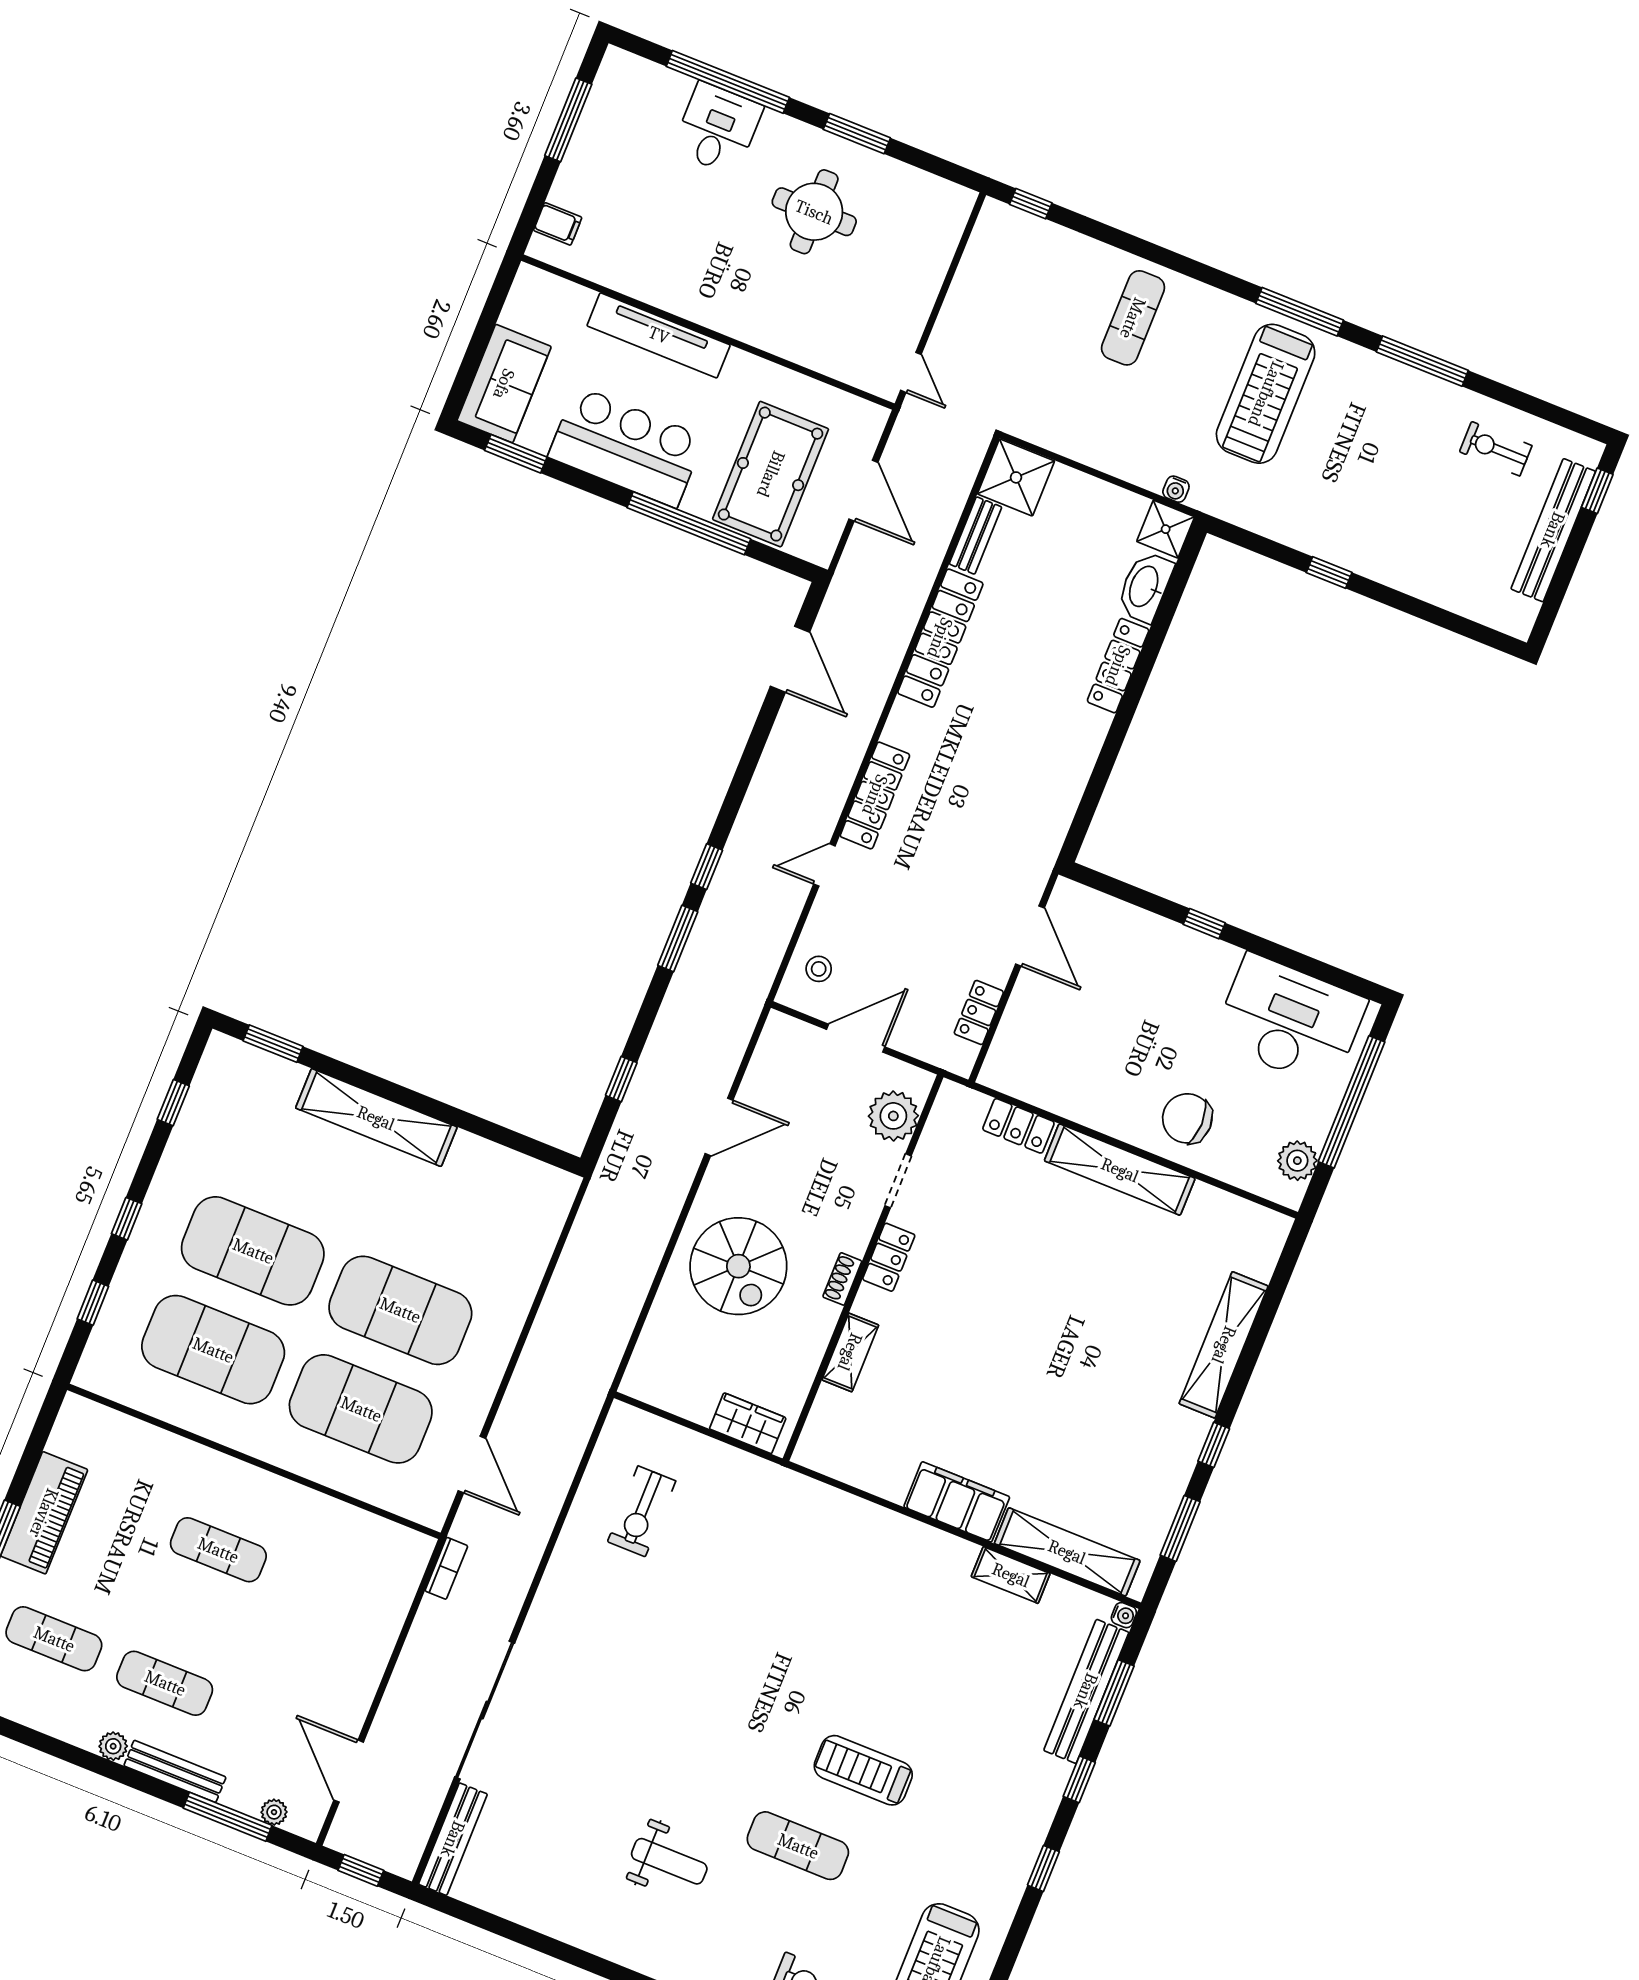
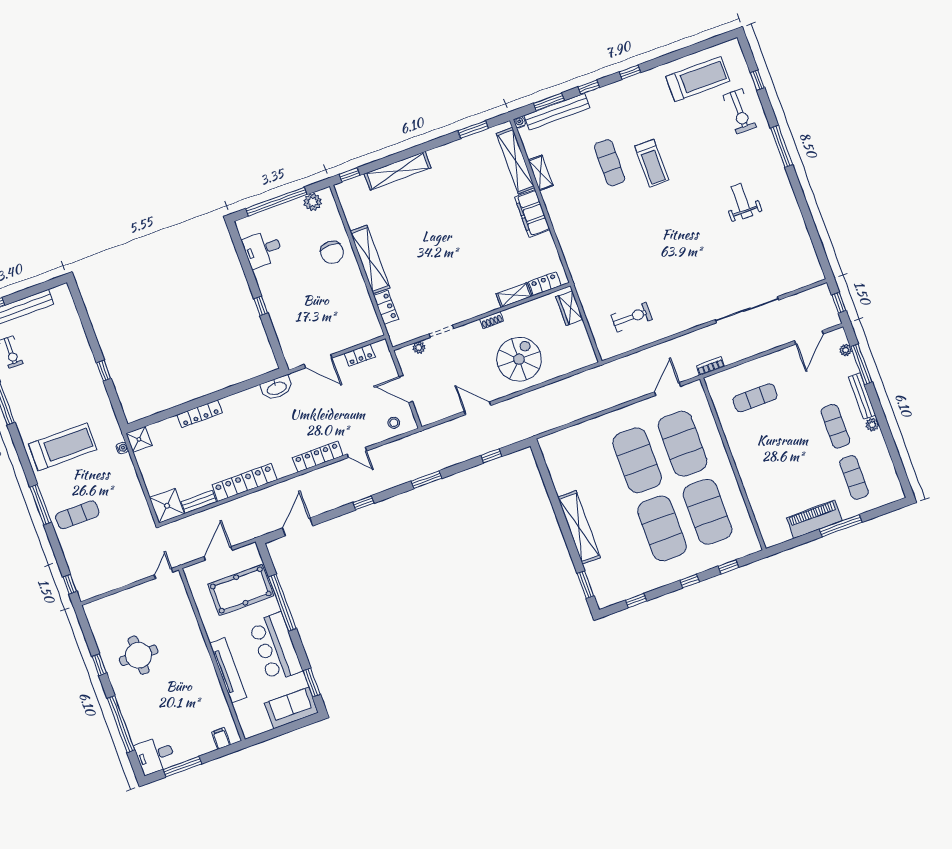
desk: (717, 128) -> (155, 755), moved
window: (857, 134) -> (99, 665), width x0.67
window: (1300, 312) -> (41, 505), moved
washbasin: (1145, 587) -> (277, 388), moved
window: (707, 867) -> (363, 503), moved
door: (1030, 936) -> (318, 361), swing flipped
desk: (1290, 1021) -> (263, 249), width x0.53, depth x0.77
plant: (893, 1116) -> (419, 348), width x0.53, depth x0.53
locker: (889, 1257) -> (545, 284), moved
window: (1214, 1445) -> (349, 175), moved
exercise mat: (218, 1550) -> (755, 398), moved, turned 90
bench: (453, 1839) -> (800, 281), removed
exercise mat: (798, 1846) -> (610, 163), moved

